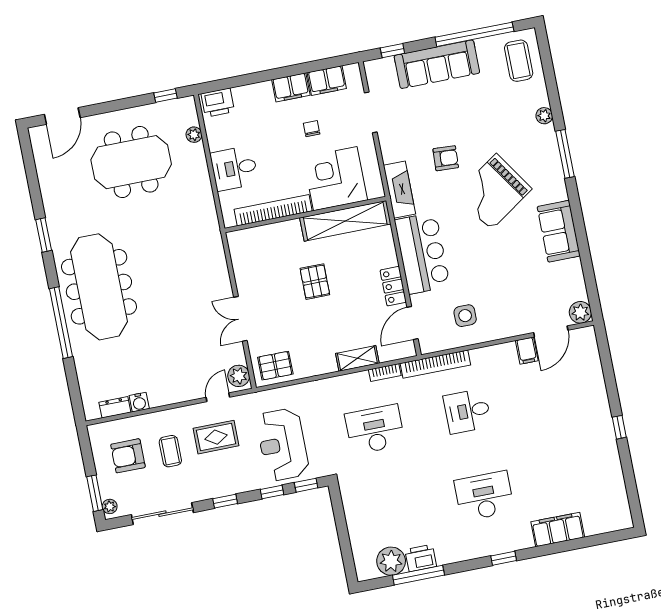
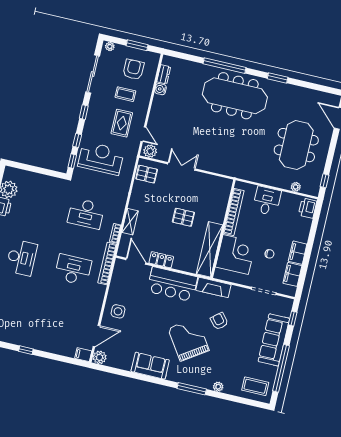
armchair: (446, 158) -> (219, 321), turned 137
side table: (465, 316) -> (118, 311), moved
door: (551, 331) -> (96, 336), swing flipped
filing cabinet: (527, 351) -> (83, 355), moved
pallet: (275, 366) -> (147, 174), turned 90
desk: (467, 411) -> (73, 270), width x1.37
desk: (375, 429) -> (86, 214), turned 90
window: (95, 493) -> (137, 45), moved

